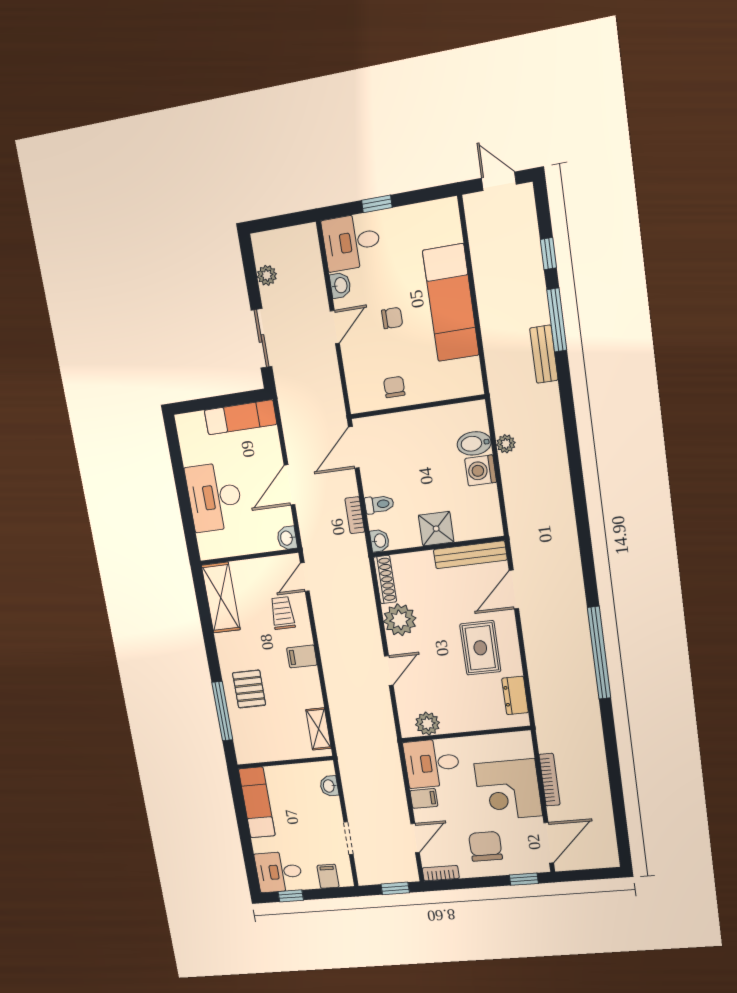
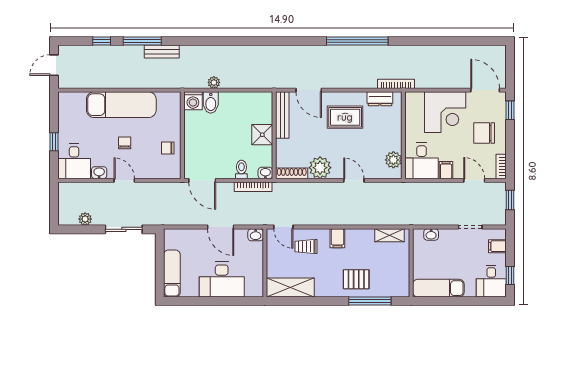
exam couch: (241, 417) -> (172, 273), moved
washing machine: (481, 470) -> (193, 101), moved
bookcase: (355, 515) -> (253, 187), width x1.56
bookcase: (550, 780) -> (396, 84), moved

